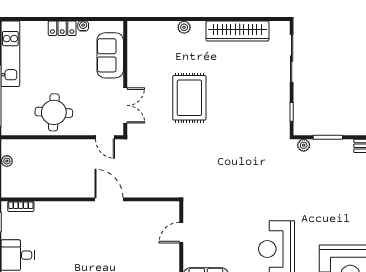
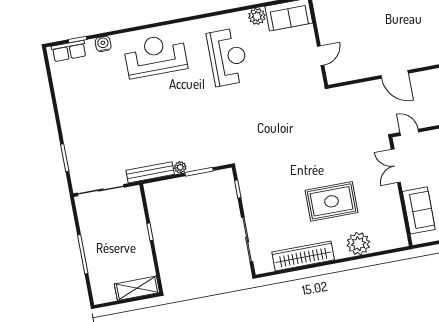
plant: (184, 27) -> (358, 244), width x1.88, depth x1.88
rug: (189, 98) -> (332, 201), moved, turned 90
plant: (304, 145) -> (180, 167), moved

